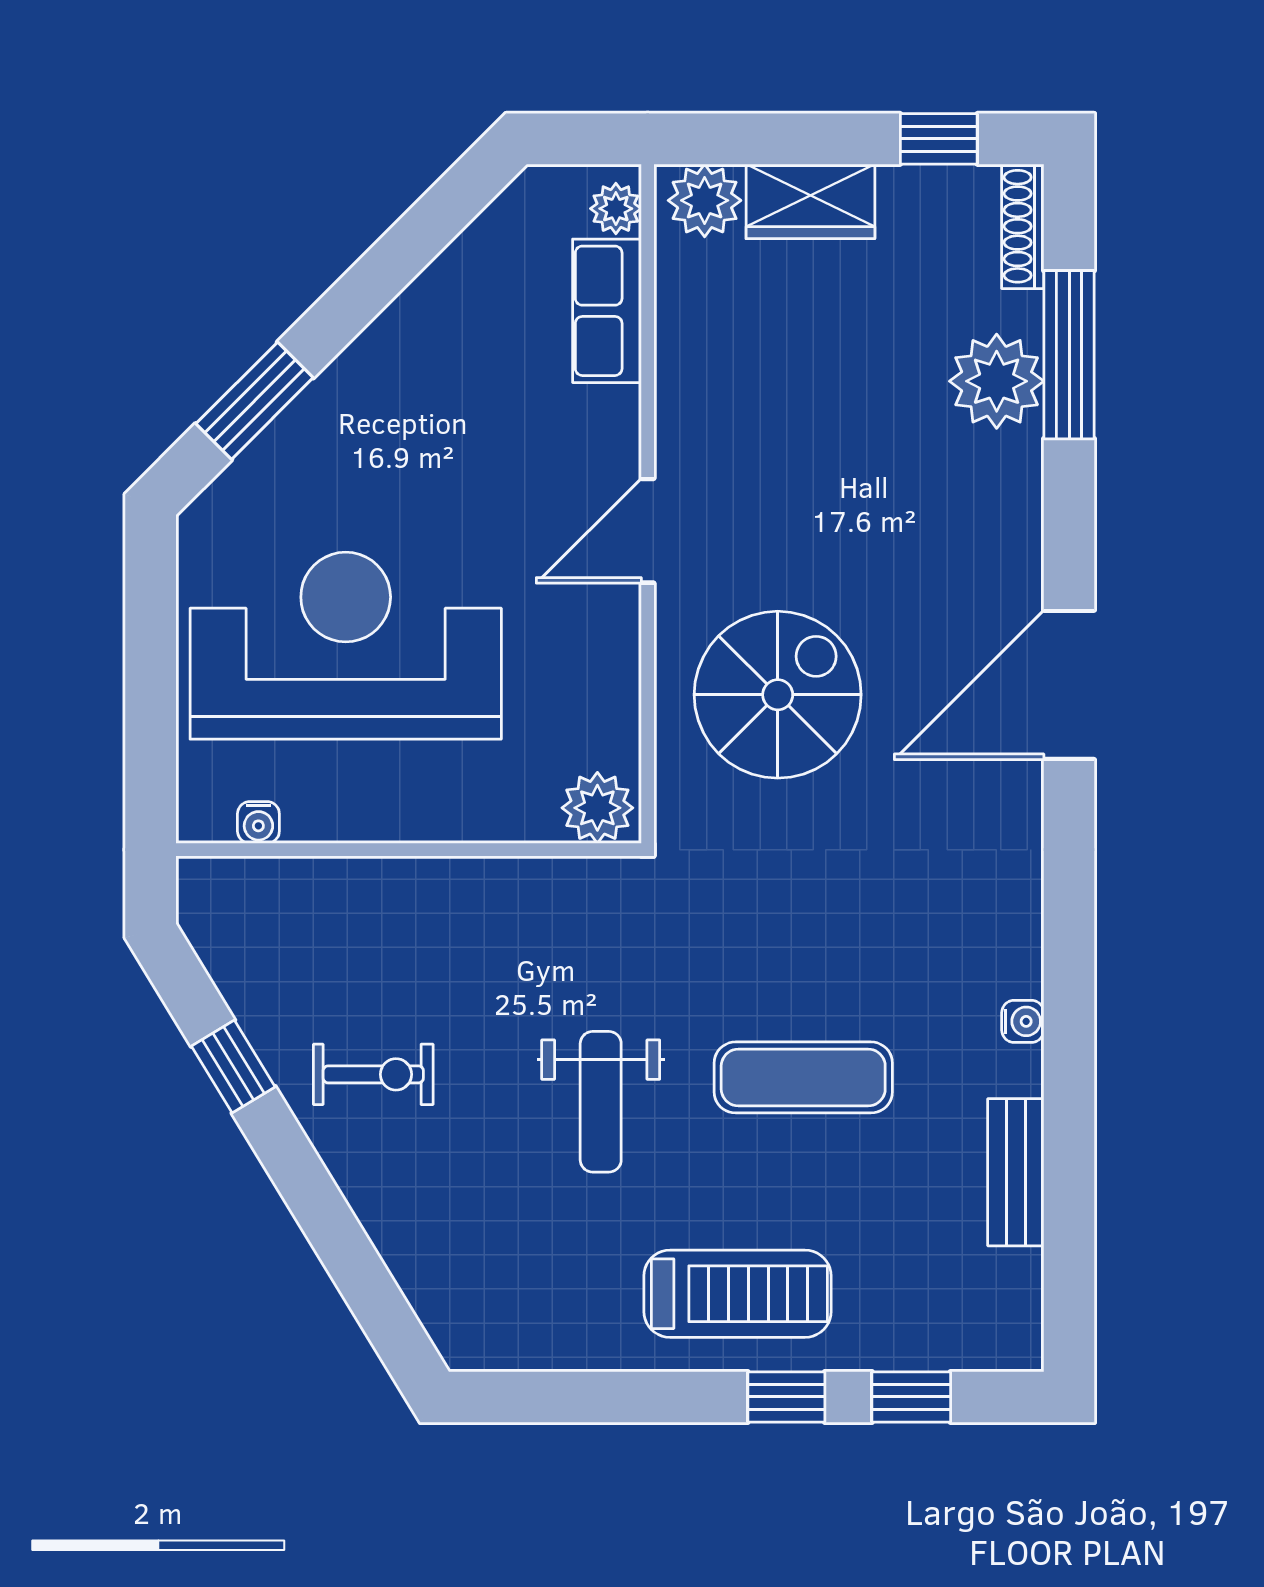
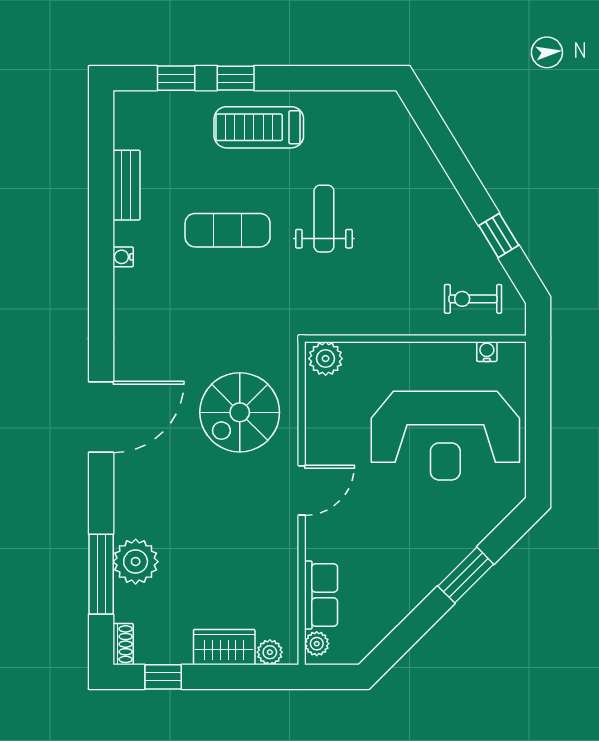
plant: (705, 200) -> (270, 652), width x0.73, depth x0.73
shoe rack: (1023, 226) -> (123, 644), width x0.70
window: (255, 401) -> (466, 575), moved
exercise bike: (373, 1074) -> (473, 299), moved

